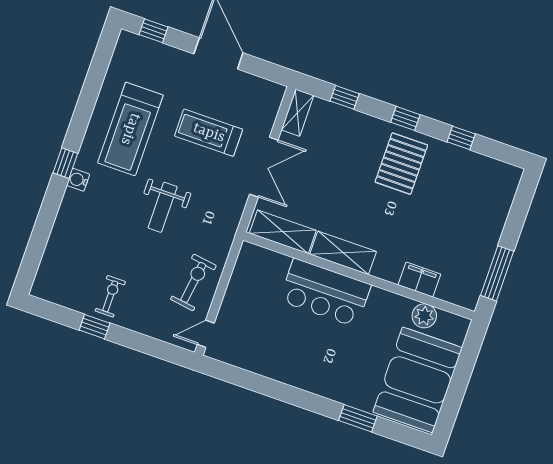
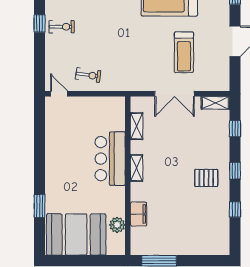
treadmill: (209, 133) -> (184, 52), turned 180
pallet: (401, 164) -> (206, 178), width x0.67, depth x0.71
weight bench: (163, 207) -> (128, 40), removed
shelving: (283, 232) -> (137, 126), width x0.67, depth x0.75
shelving: (343, 253) -> (137, 168), width x0.67, depth x0.75
exercise bike: (193, 282) -> (88, 75), width x0.73, depth x0.72

